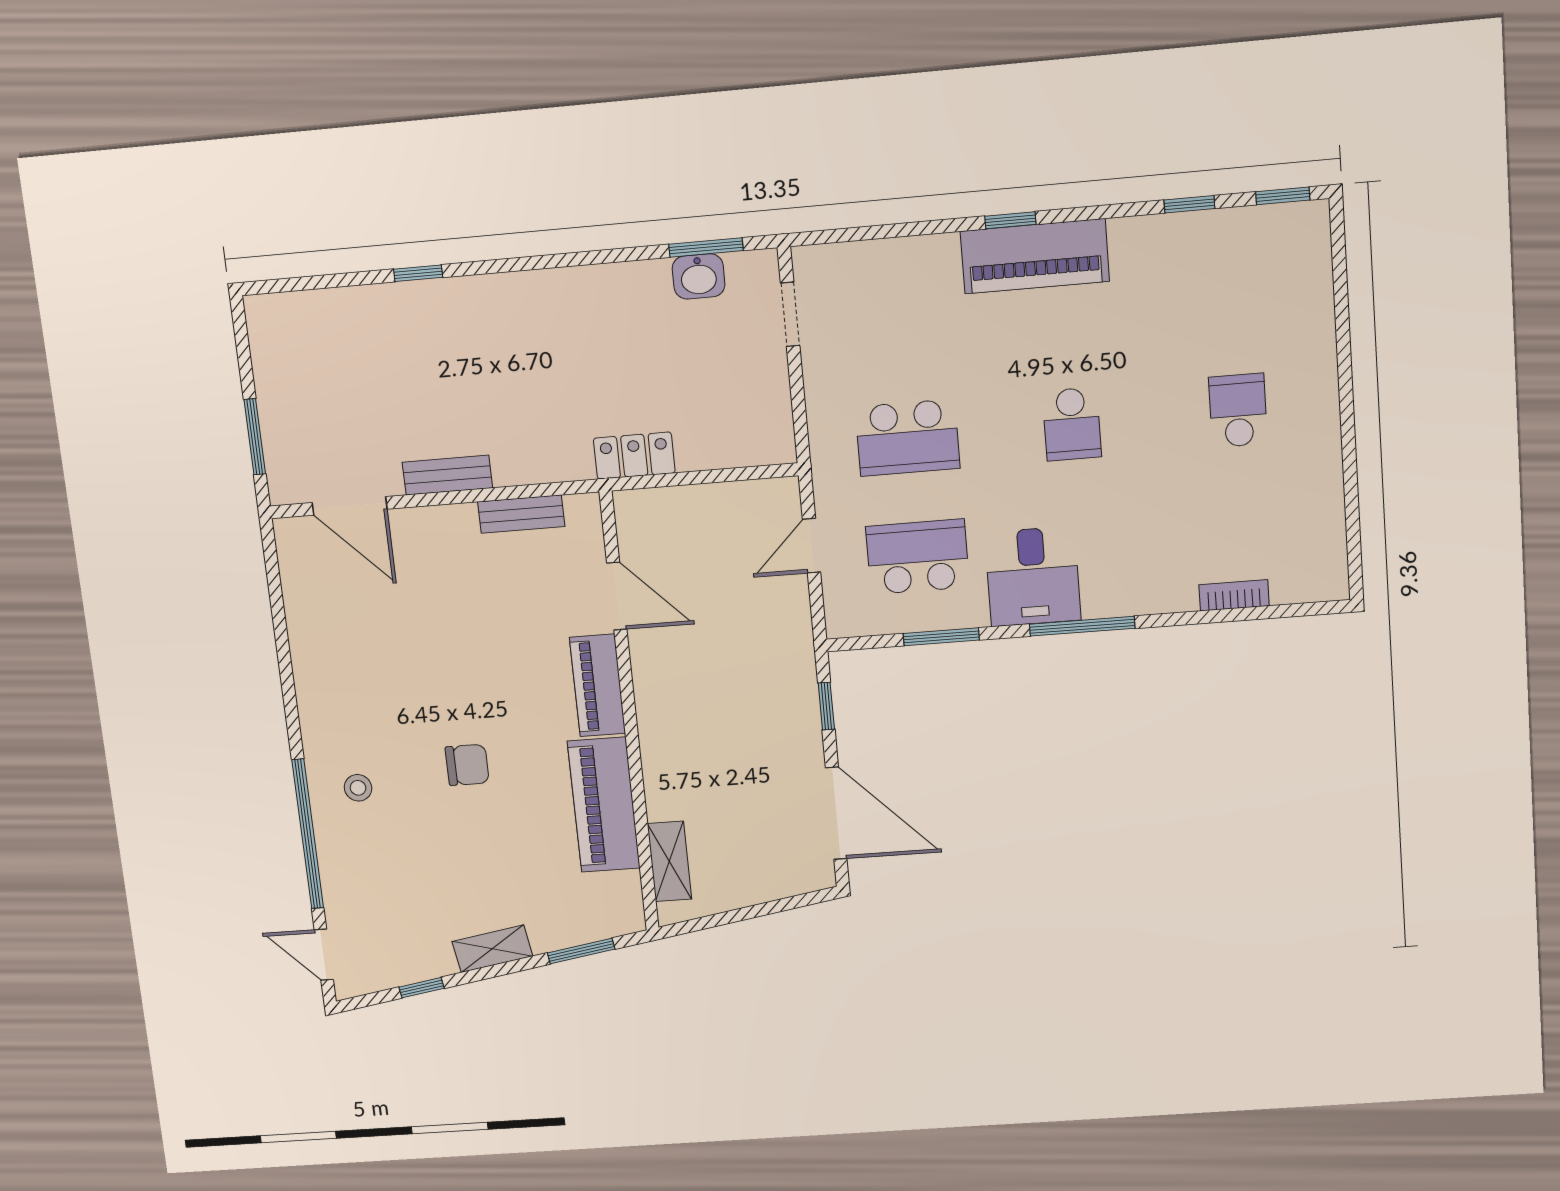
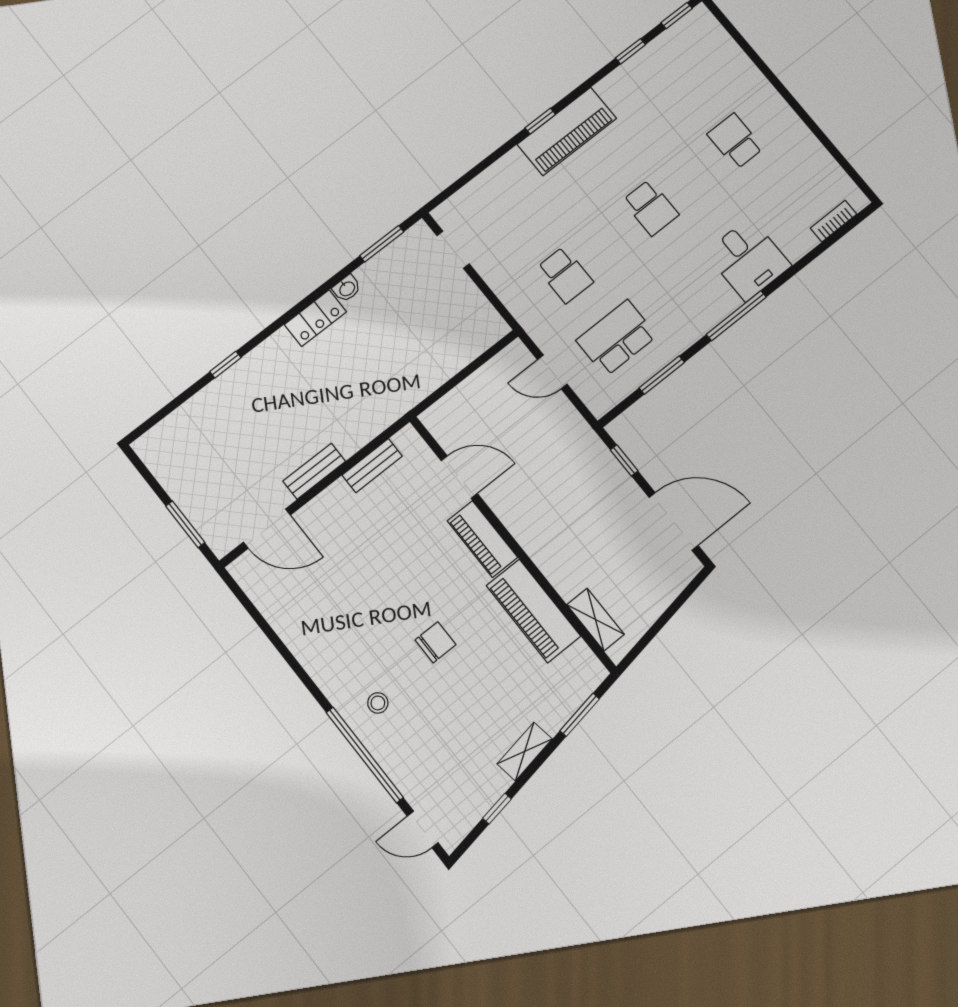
washbasin: (699, 276) -> (347, 288), moved, width x0.72, depth x0.69
school desk: (908, 438) -> (565, 275), width x0.54
locker: (634, 456) -> (315, 318), moved, turned 180
door: (811, 546) -> (552, 372), hinge flipped
desk: (1033, 576) -> (748, 259), moved
bookcase: (1234, 595) -> (834, 221), moved

